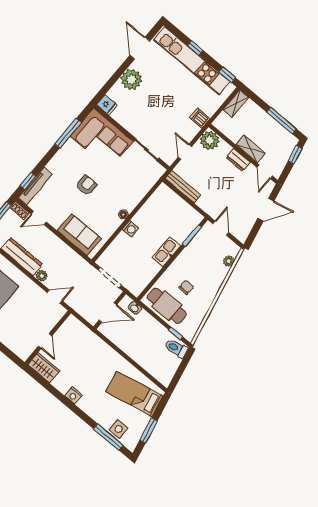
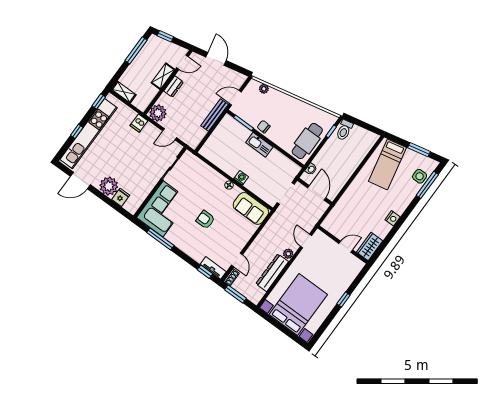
fridge: (107, 105) -> (121, 197), moved
tv unit: (35, 186) -> (213, 268), width x0.71
bench: (183, 187) -> (214, 115), moved
sofa: (79, 235) -> (251, 208), moved, turned -90
chair: (186, 287) -> (264, 127), moved

